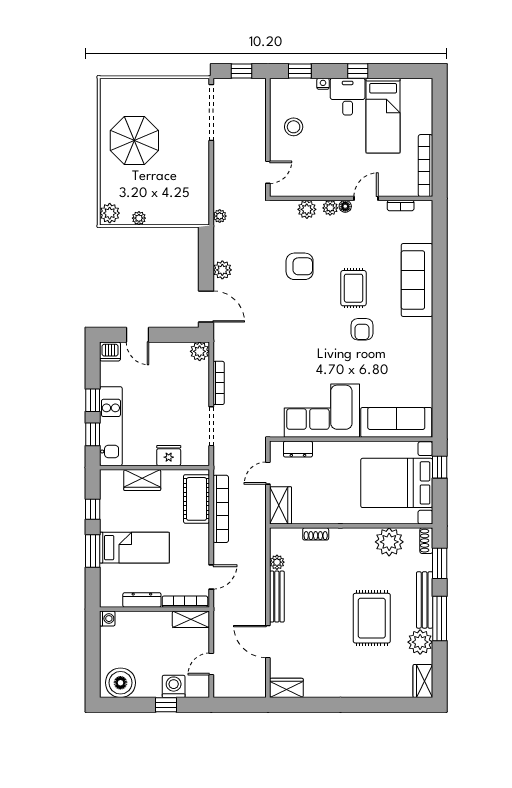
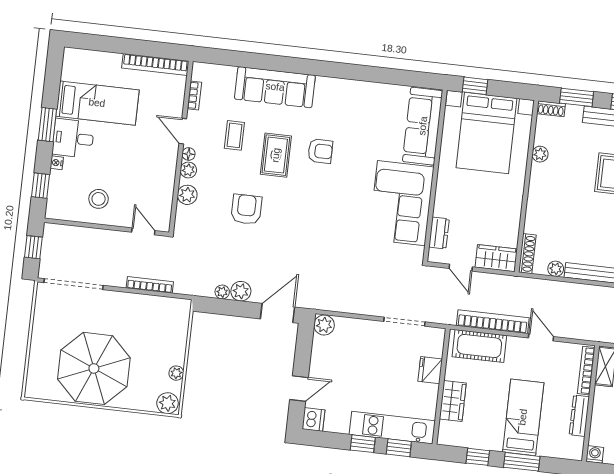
window: (358, 71) -> (47, 125), width x1.50
parasol: (134, 141) -> (94, 368), width x1.36, depth x1.36
plant: (220, 216) -> (222, 292), moved
coffee table: (368, 247) -> (234, 135), added
rug: (354, 288) -> (276, 155), turned 90
bookcase: (219, 383) -> (150, 285), moved
shoe rack: (316, 534) -> (527, 254), moved, width x1.43
plant: (389, 542) -> (540, 154), width x0.53, depth x0.53
door: (211, 577) -> (541, 337), moved

